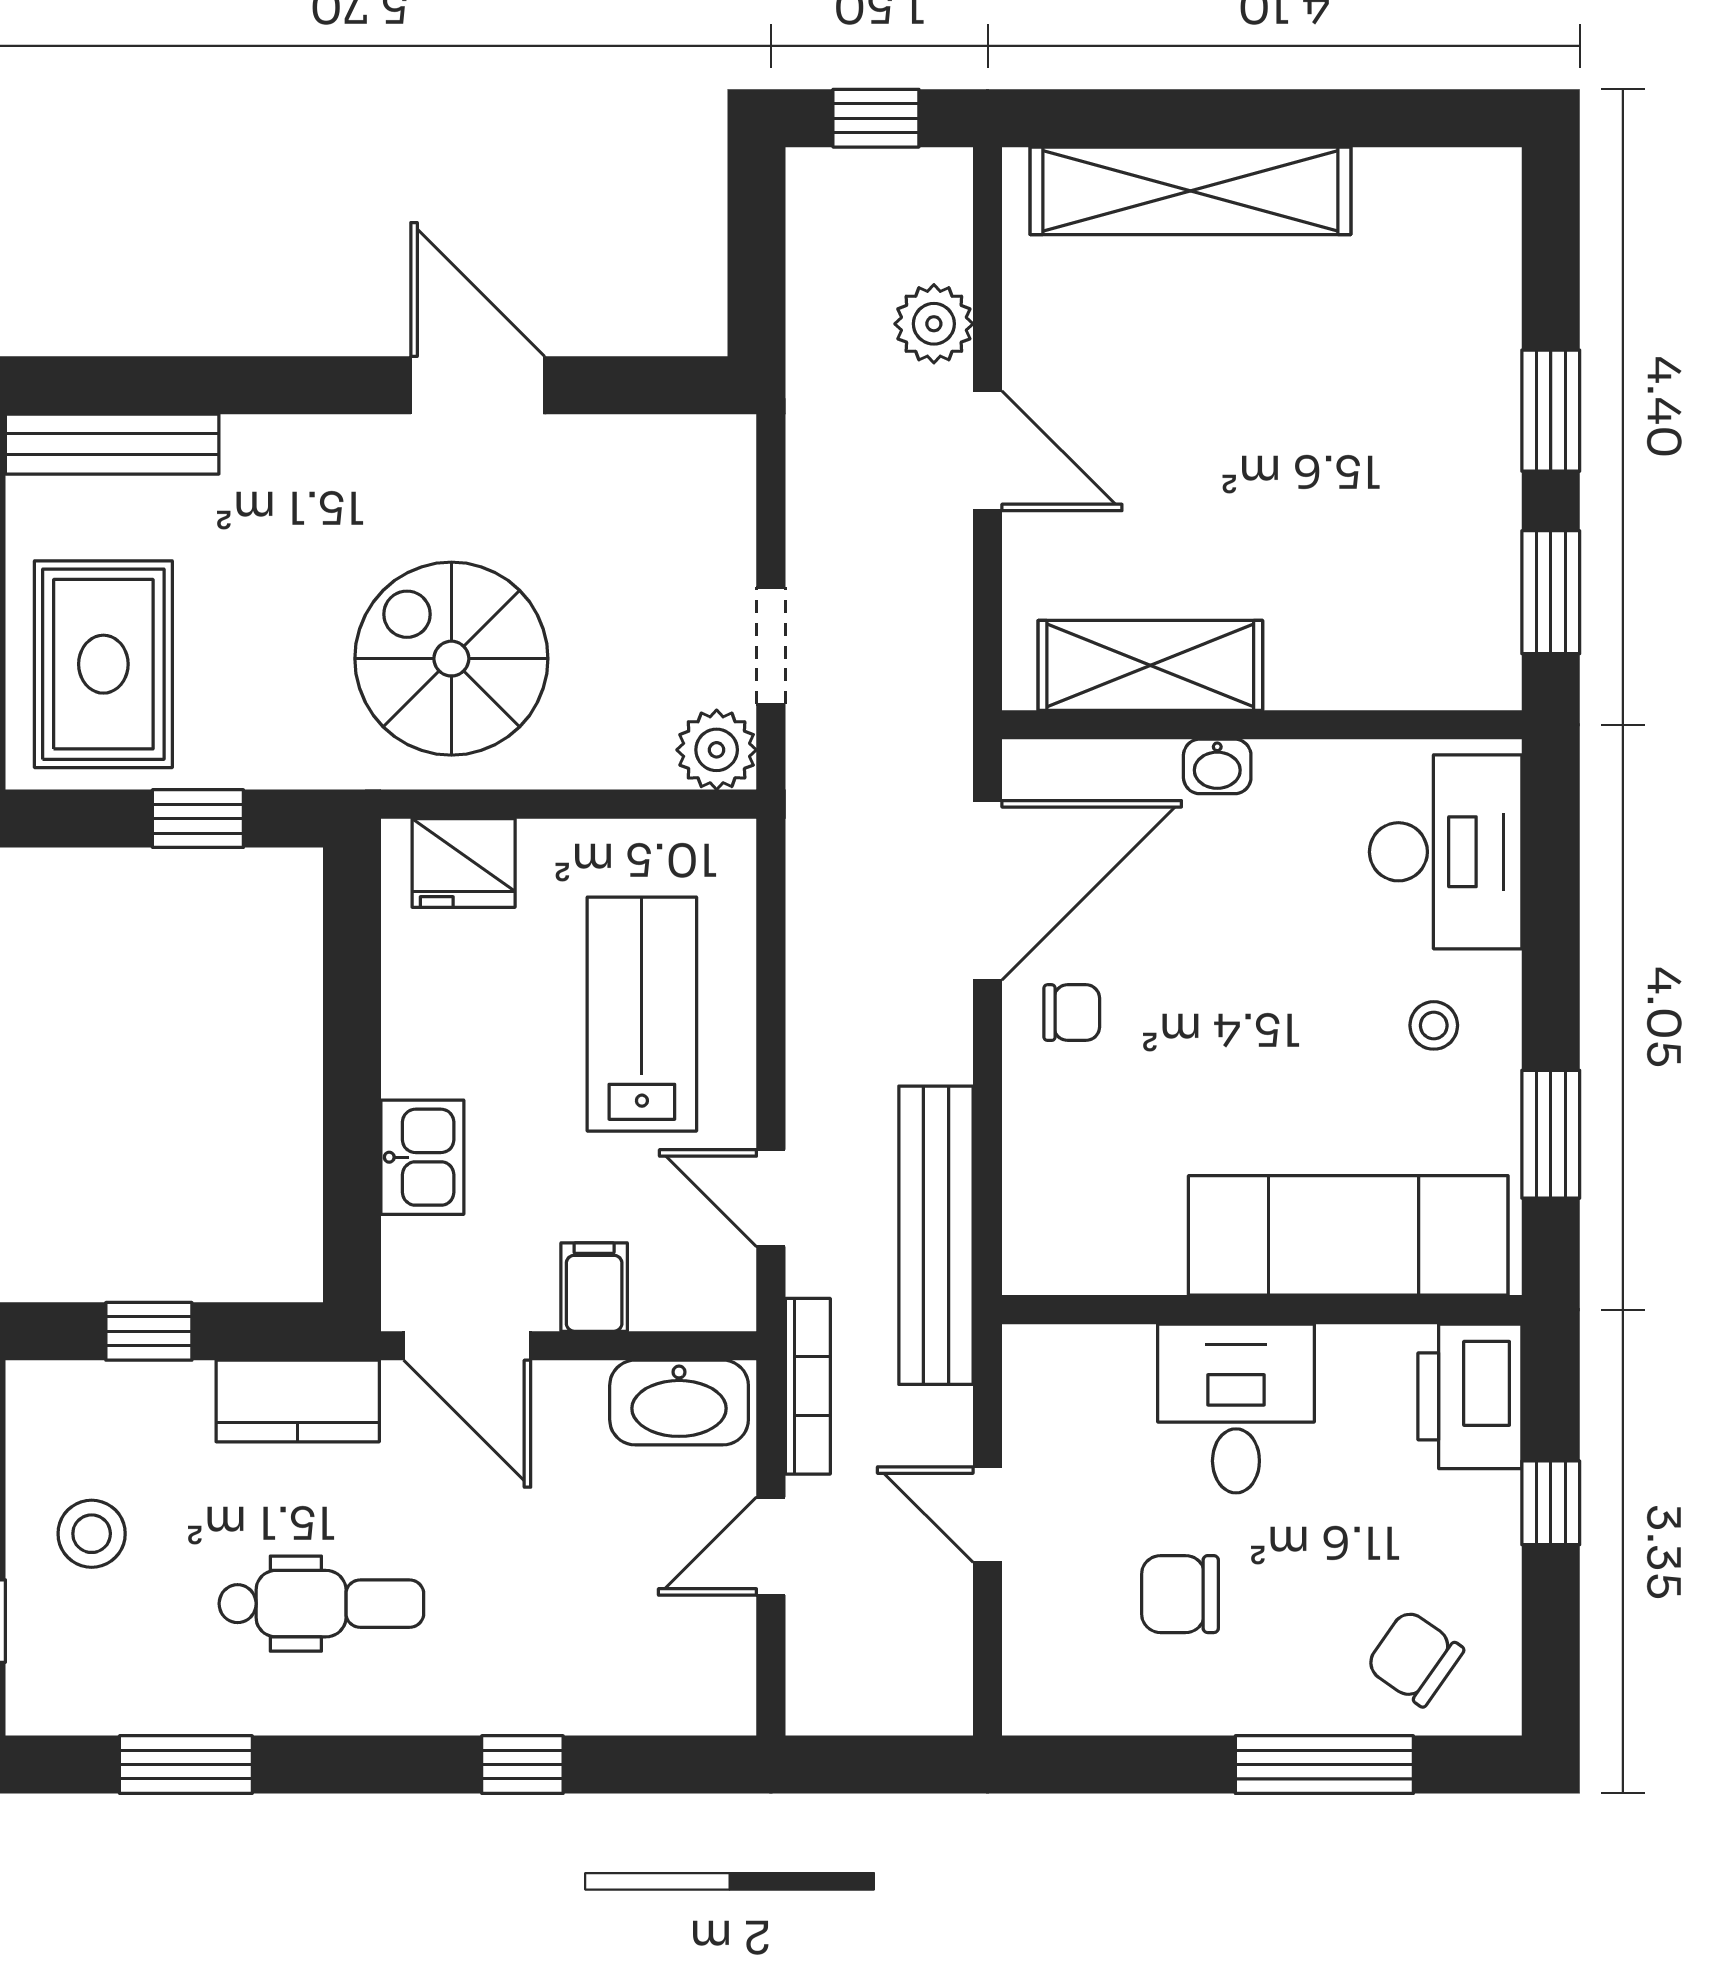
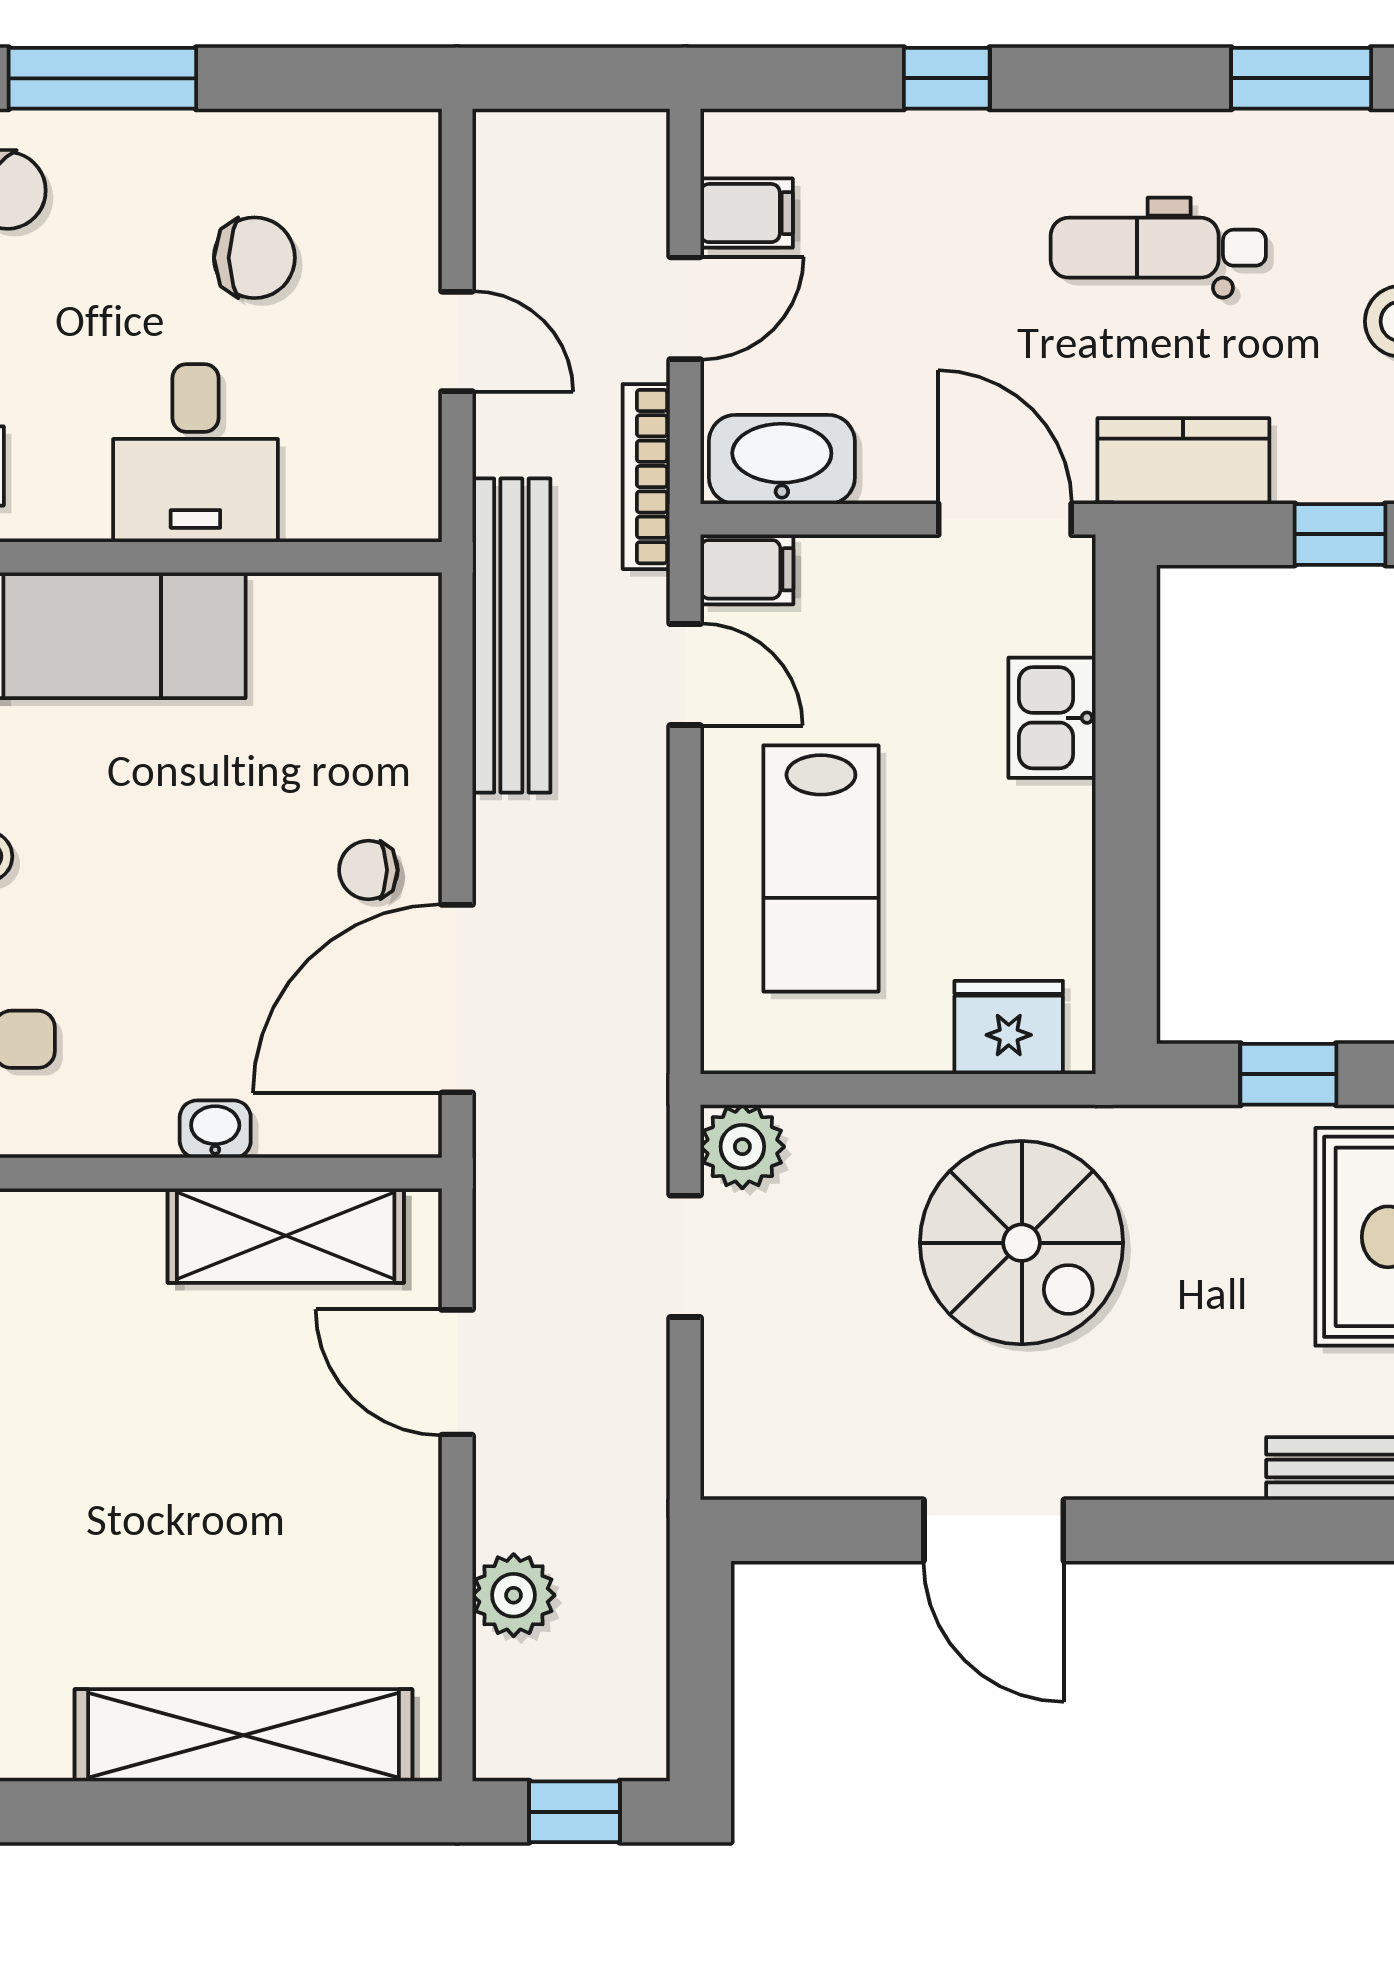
door: (988, 451) -> (457, 1372), moved
filing cabinet: (594, 1287) -> (747, 569), moved, turned -90
filing cabinet: (713, 1637) -> (747, 213), added

